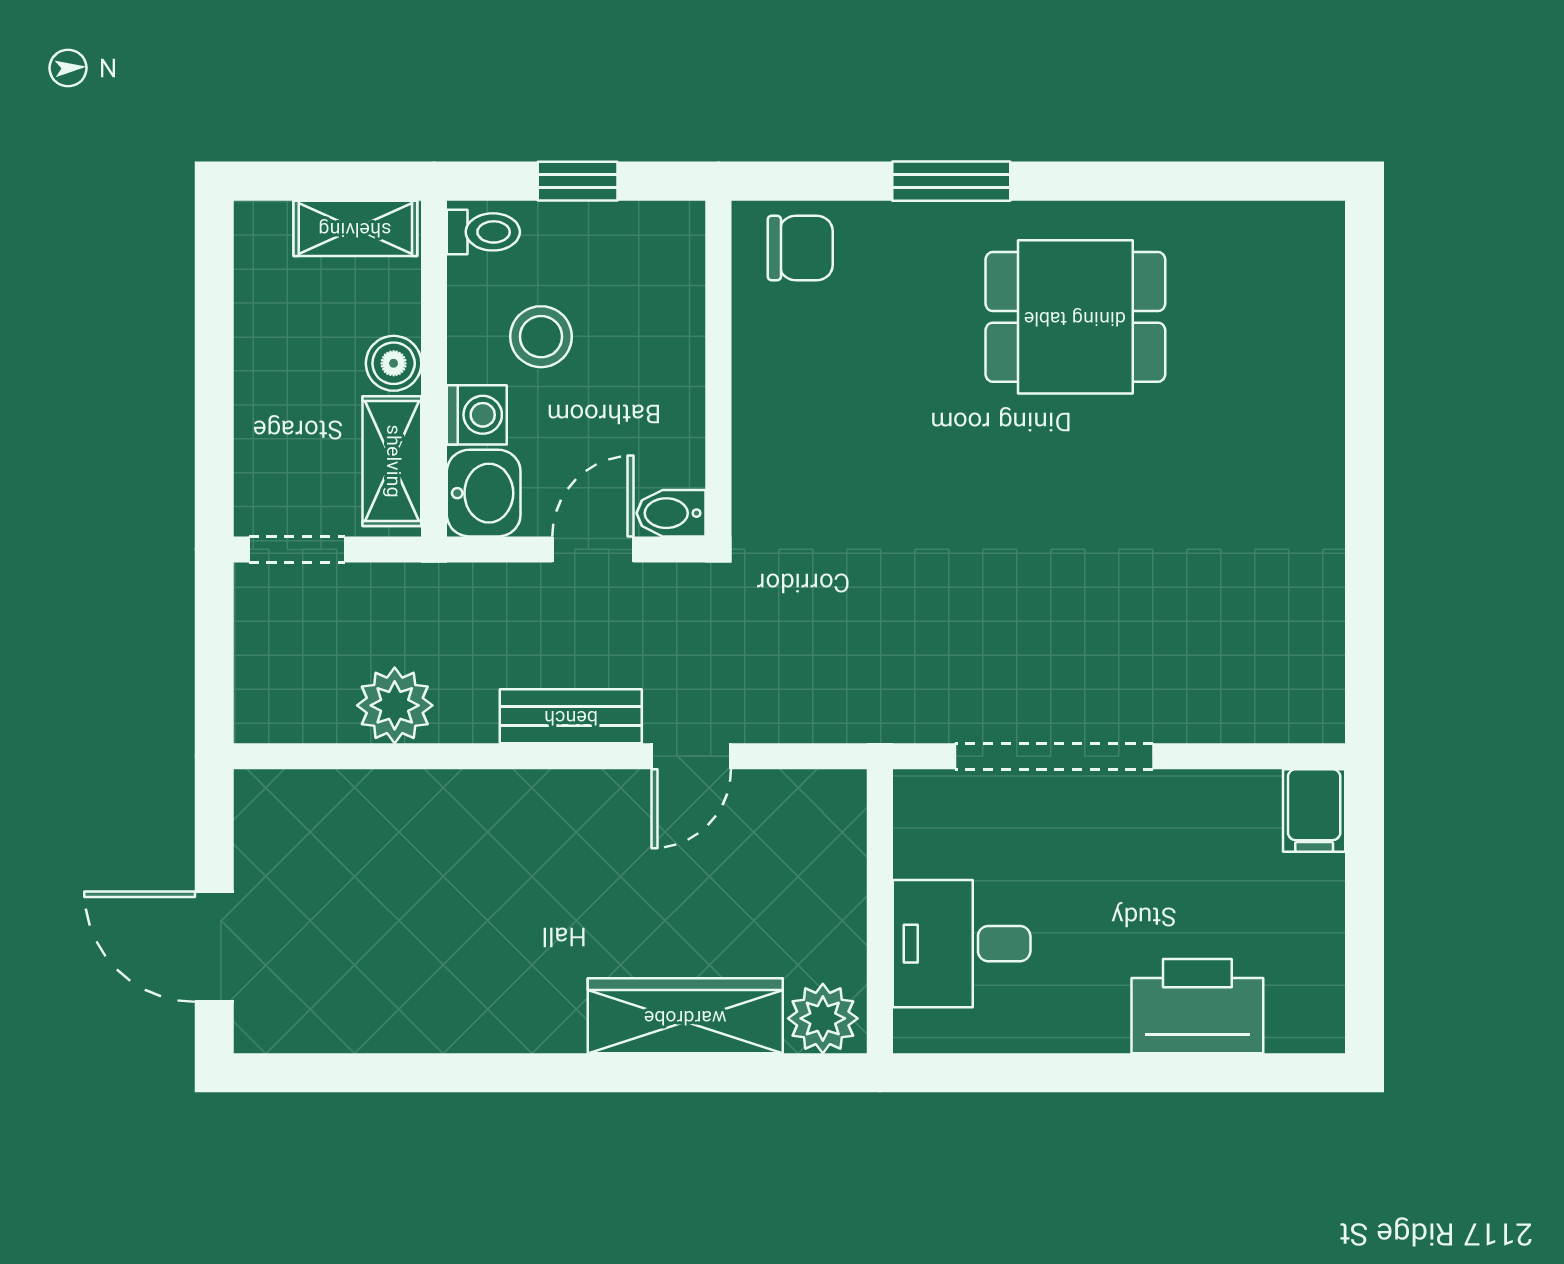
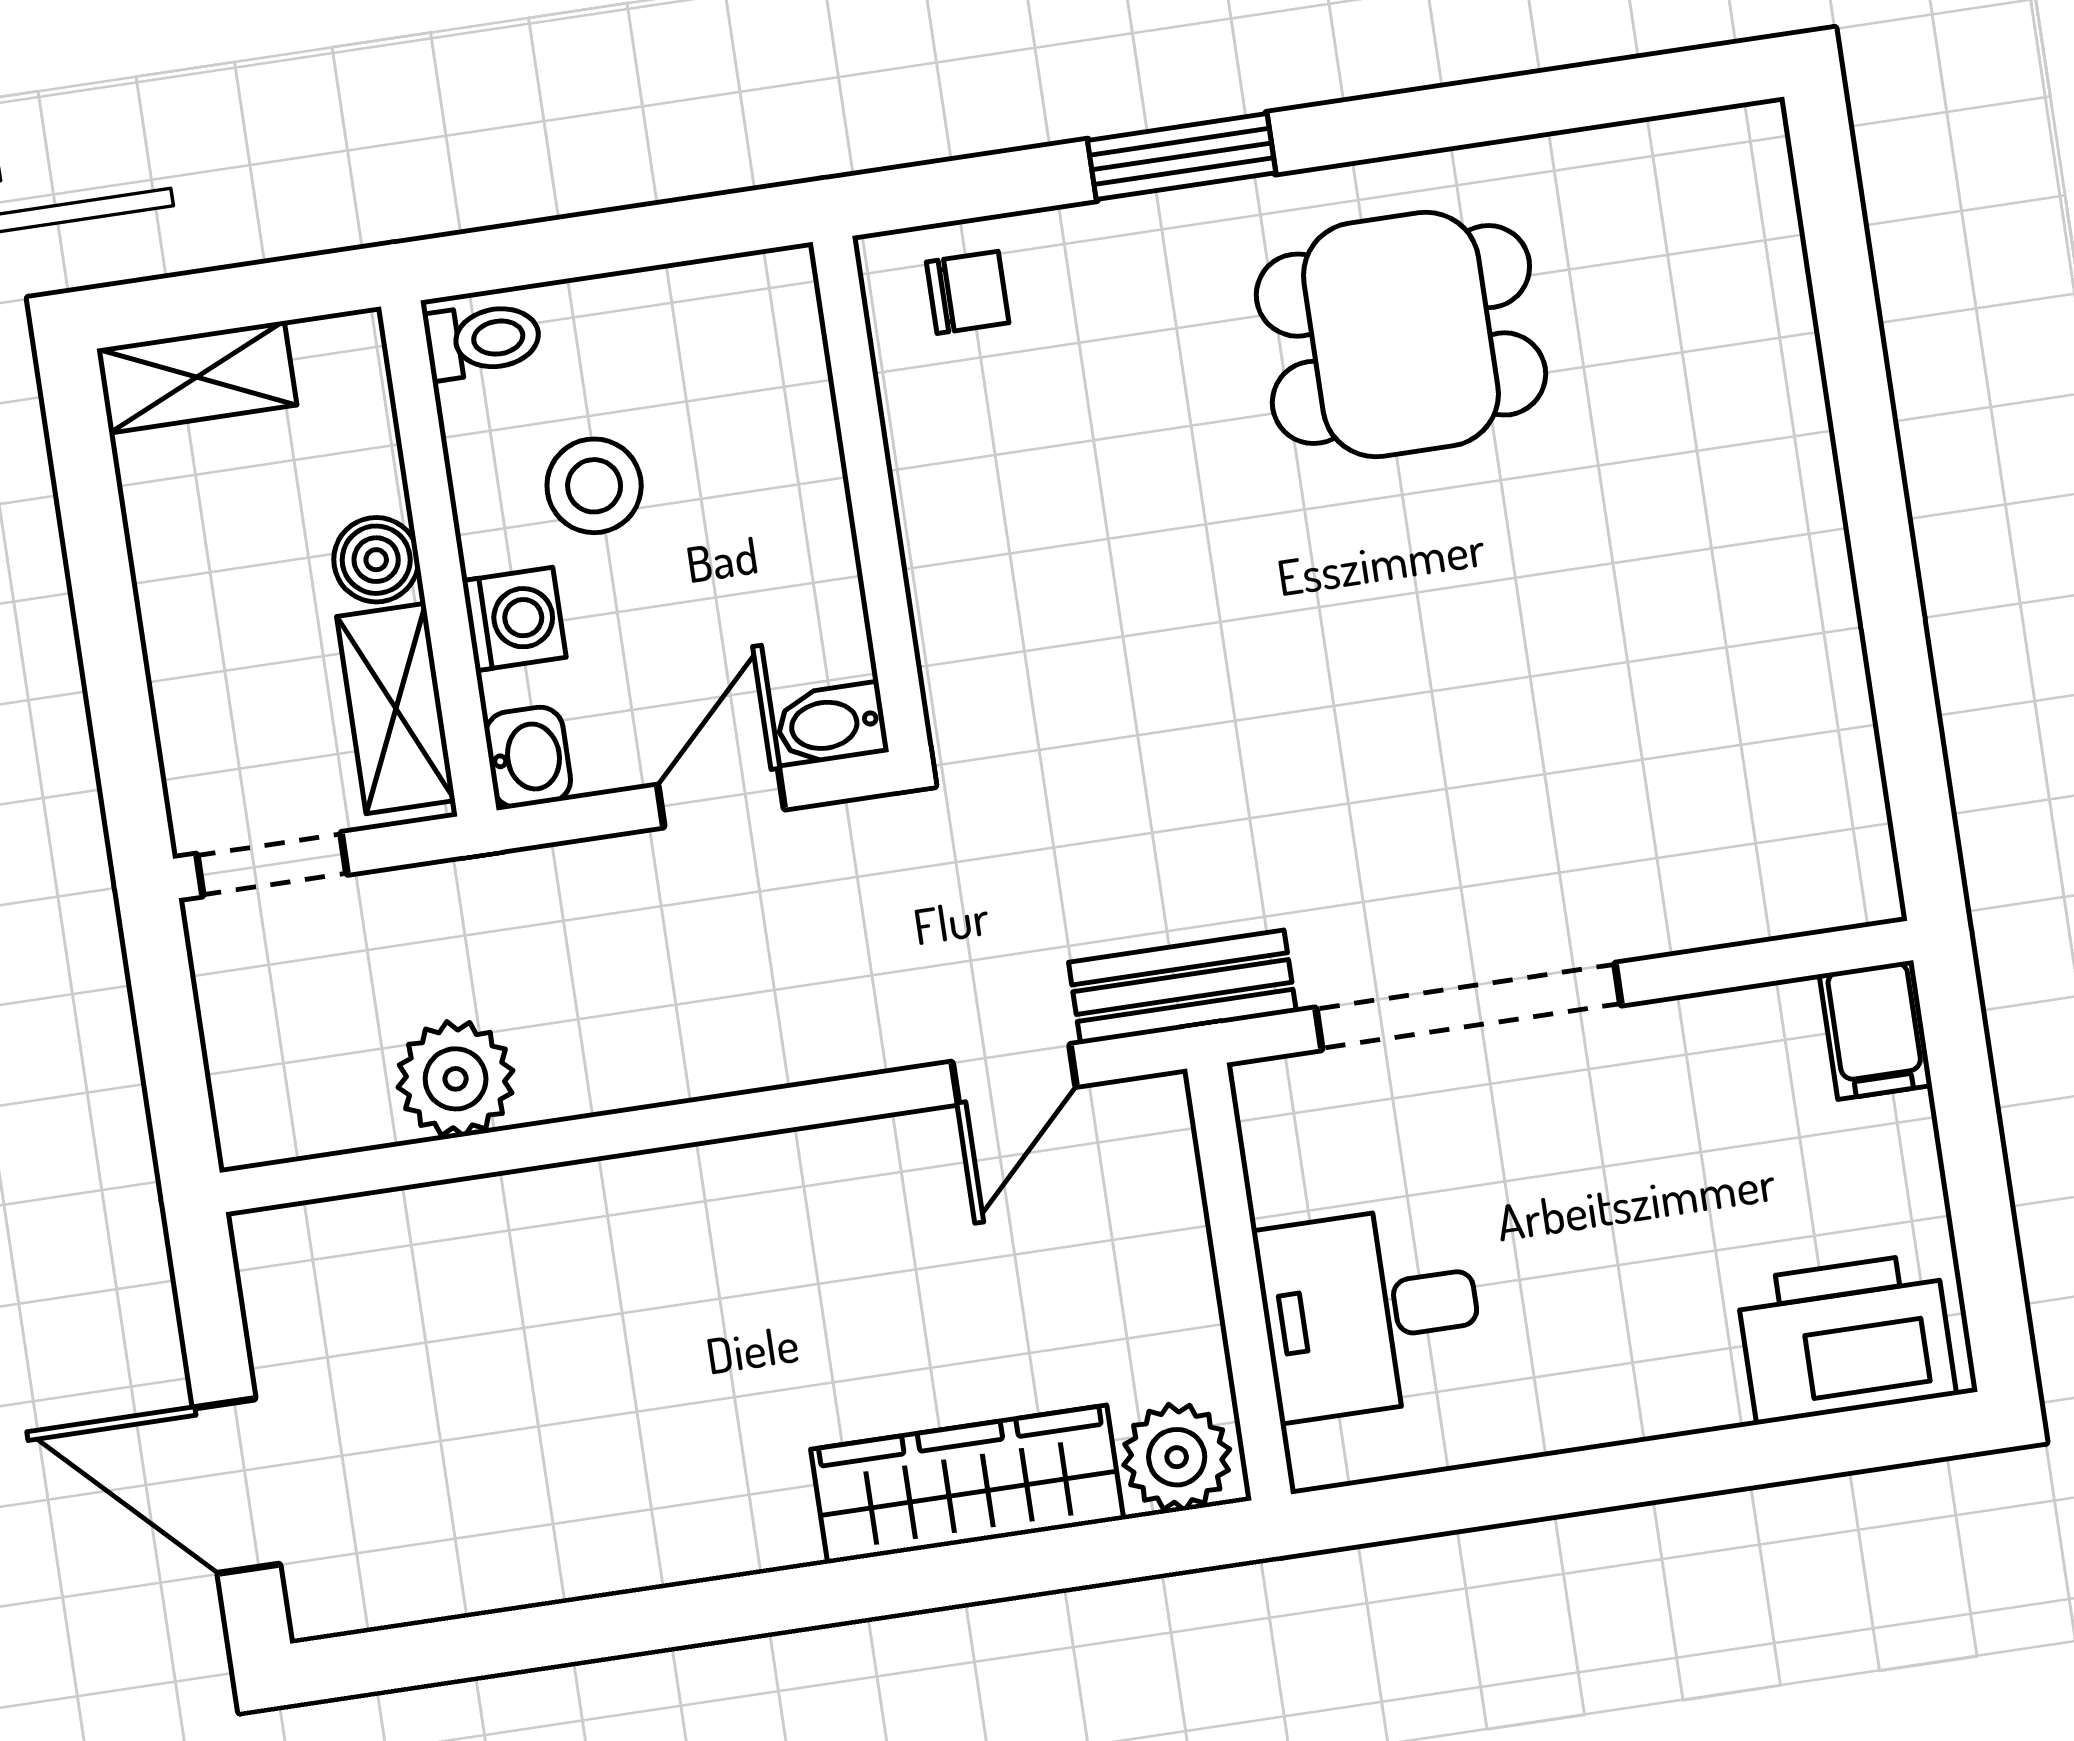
window: (578, 181) -> (614, 241), removed
shelving: (355, 228) -> (197, 377), moved
chair: (800, 248) -> (968, 292), width x0.73, depth x0.73
washbasin: (484, 493) -> (528, 757), width x0.72, depth x0.69
bench: (571, 716) -> (1182, 987), moved
door: (691, 756) -> (1014, 1074), moved
printer: (1197, 1006) -> (1846, 1338), moved

